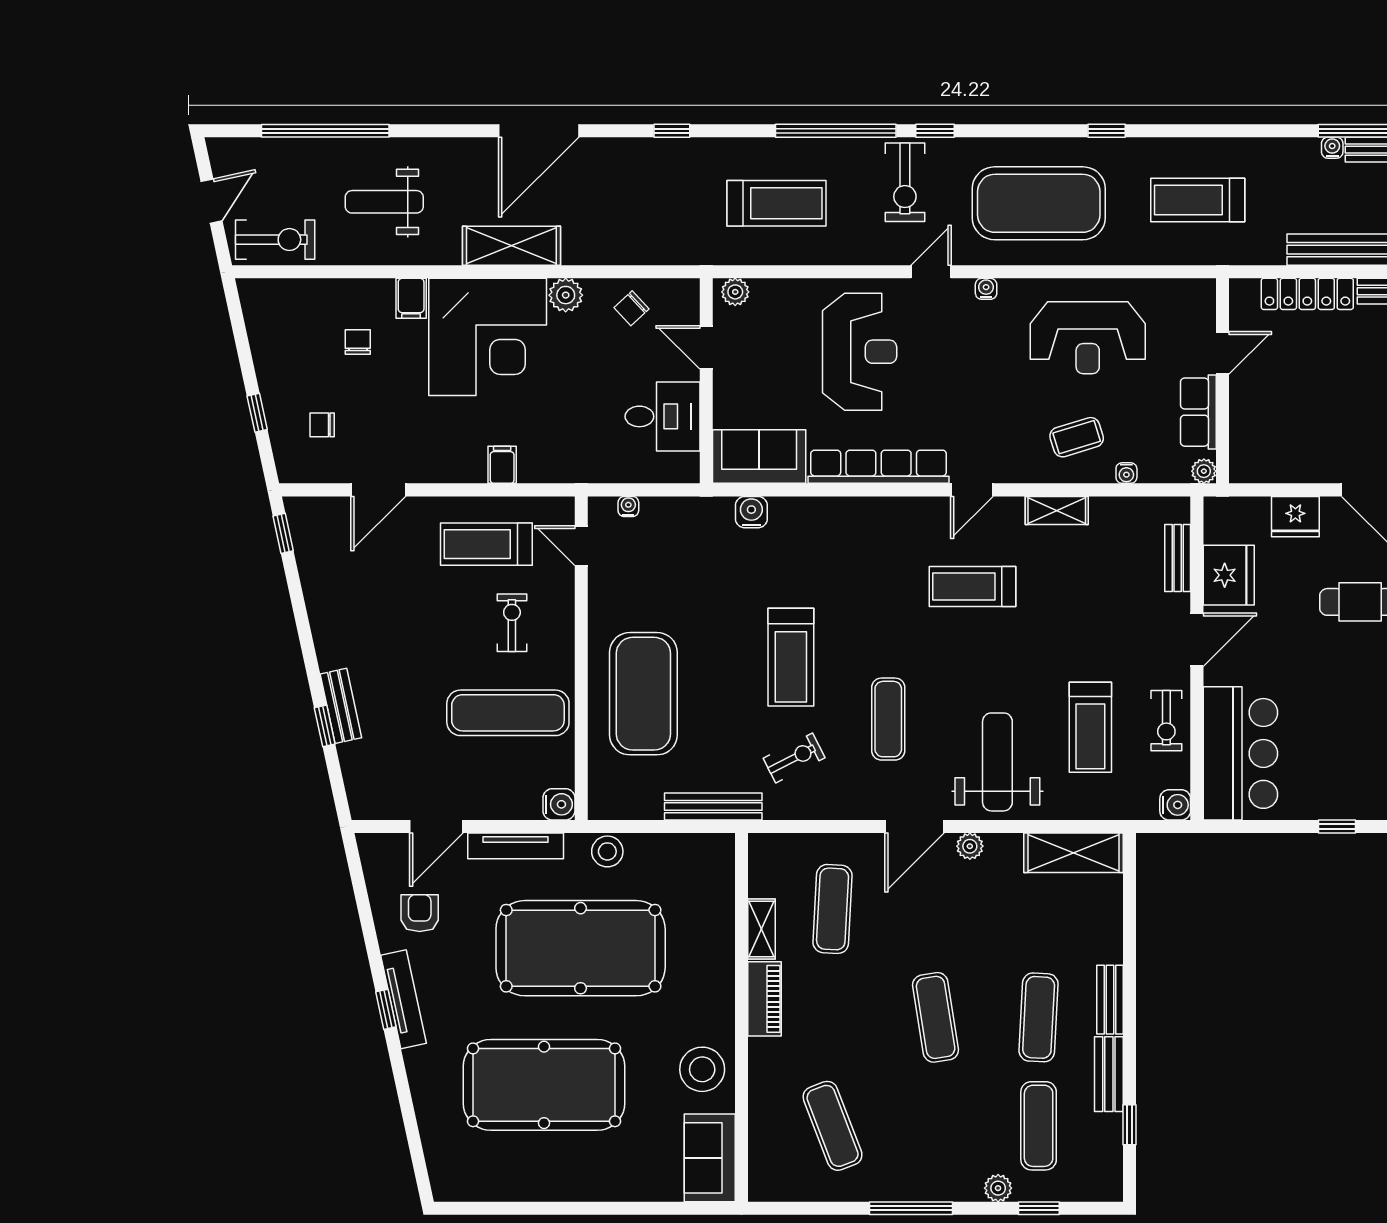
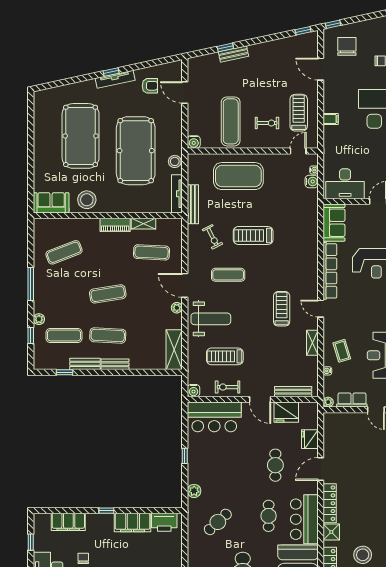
window: (257, 413) -> (333, 24), moved
desk: (663, 416) -> (345, 184), width x1.37
chair: (322, 425) -> (347, 46), width x1.87, depth x1.87
water cooler: (751, 512) -> (312, 182), moved
bench: (1178, 558) -> (293, 392), width x1.36
tv unit: (516, 846) -> (177, 194), moved

